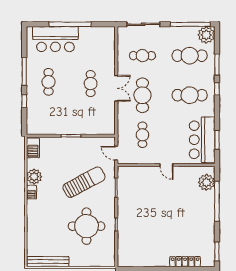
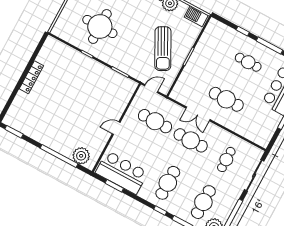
cafe table: (91, 84) -> (226, 99), width x1.37, depth x1.35
double door: (116, 88) -> (198, 114), moved
cafe table: (142, 135) -> (155, 121), width x1.37, depth x1.35
sun lounger: (84, 182) -> (163, 49), moved
locker: (185, 262) -> (31, 77), moved

